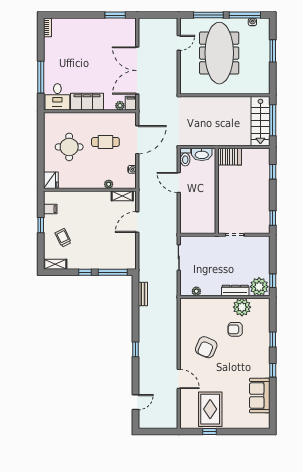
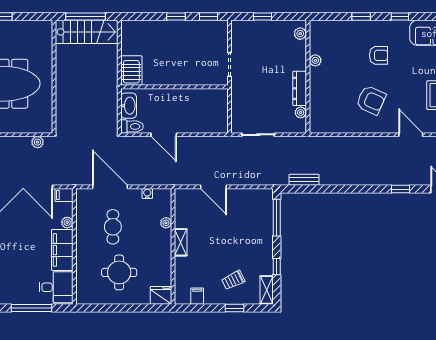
plant: (173, 82) -> (38, 142), added
plant: (120, 106) -> (67, 223), moved
window: (273, 172) -> (176, 17), moved
door: (179, 182) -> (164, 135), hinge flipped
shelving: (122, 196) -> (181, 242), moved
window: (41, 225) -> (235, 308), moved
window: (85, 272) -> (277, 267), moved
window: (273, 281) -> (262, 17), moved
plant: (259, 287) -> (300, 34), width x0.53, depth x0.53
dresser: (235, 291) -> (300, 88), moved
plant: (242, 307) -> (315, 60), width x0.53, depth x0.53
armchair: (235, 329) -> (378, 55), moved, turned -90
window: (135, 349) -> (400, 189), moved
door: (179, 379) -> (411, 135), hinge flipped

